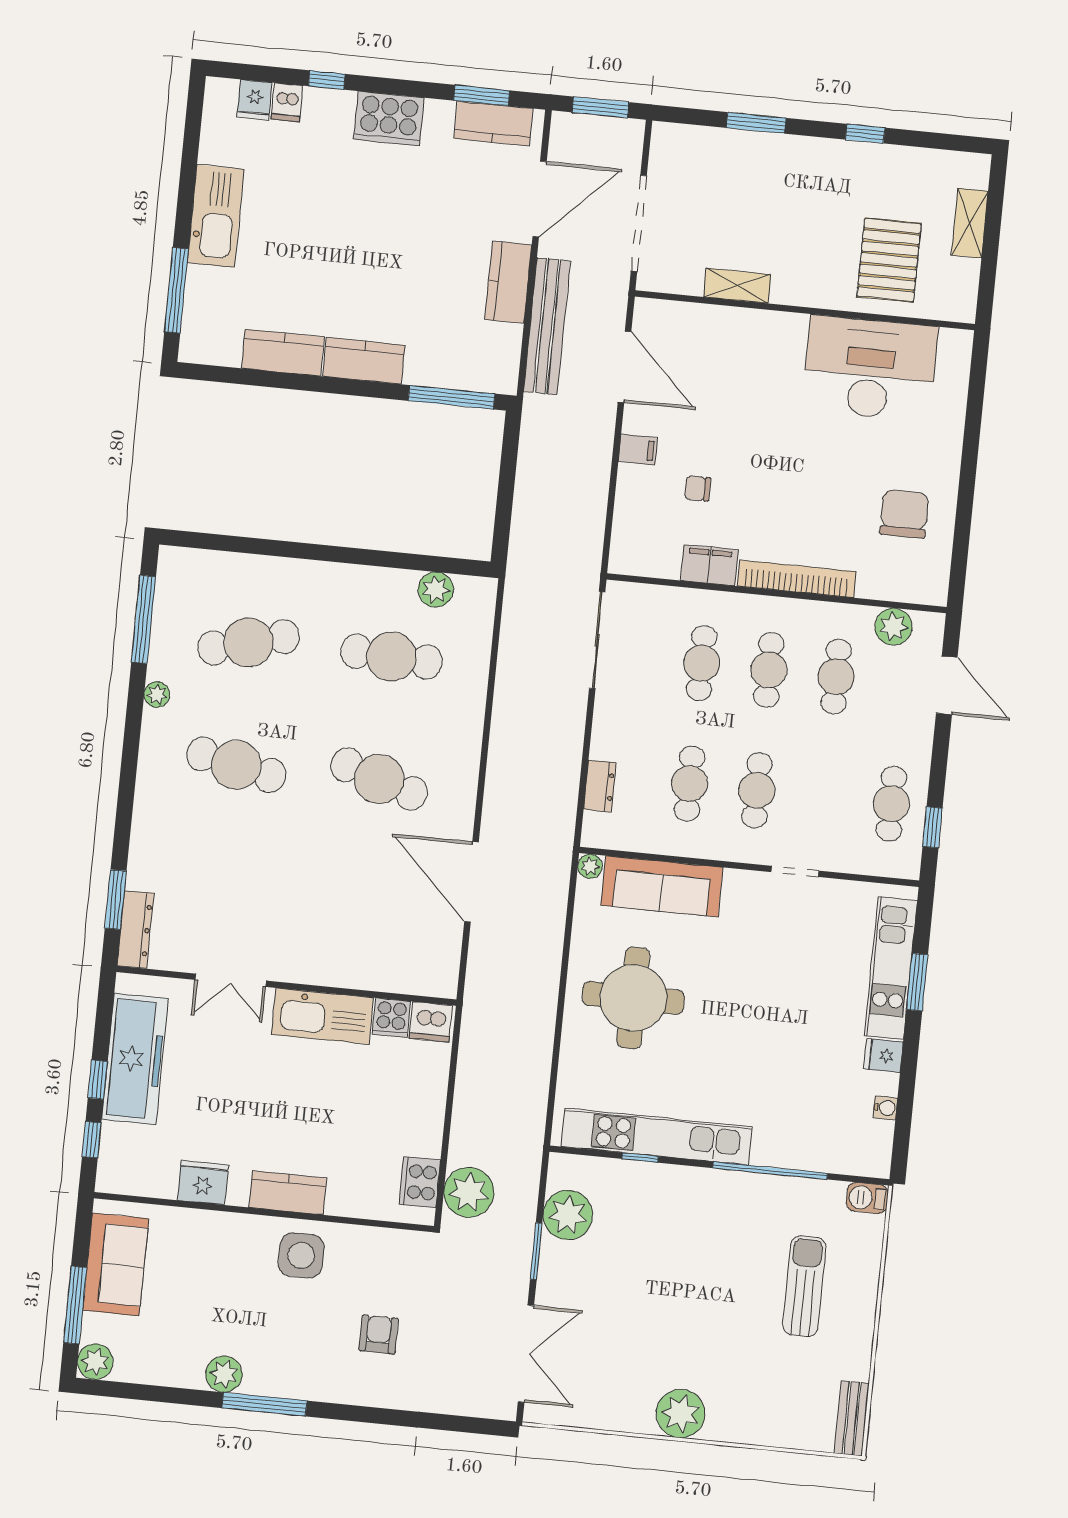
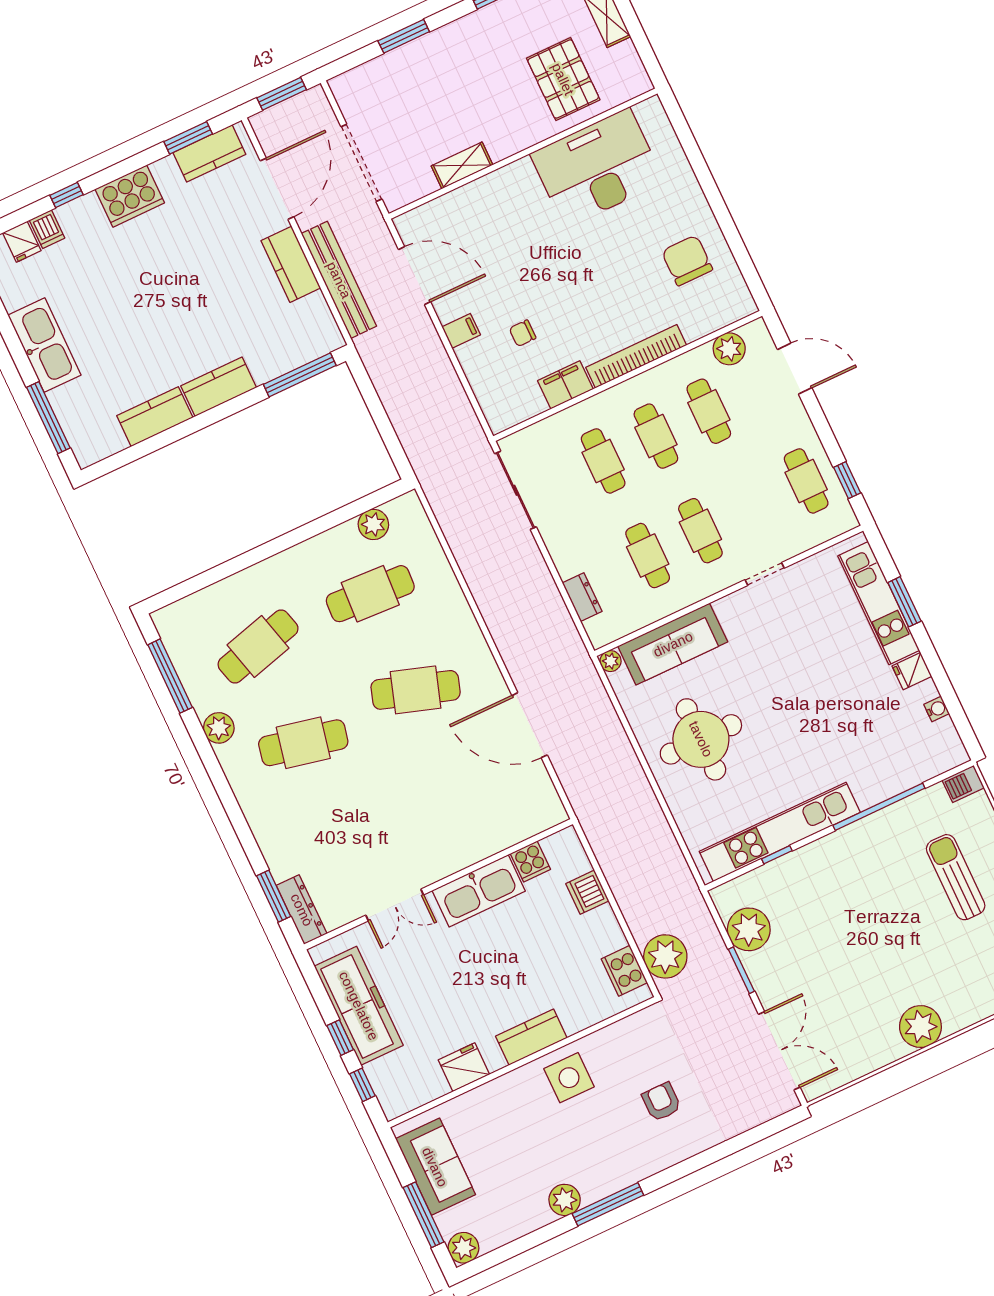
plant: (157, 695) -> (219, 728), width x1.38, depth x1.38
dishwasher: (431, 1022) -> (587, 892), moved, turned 90

